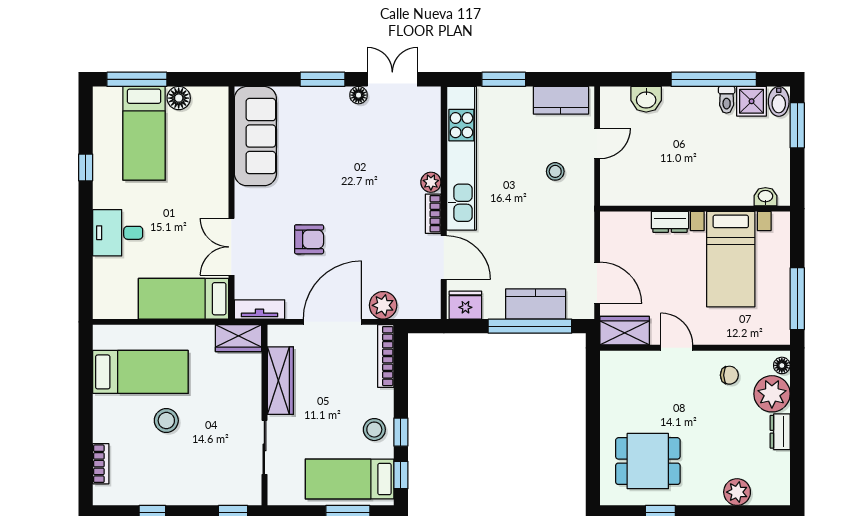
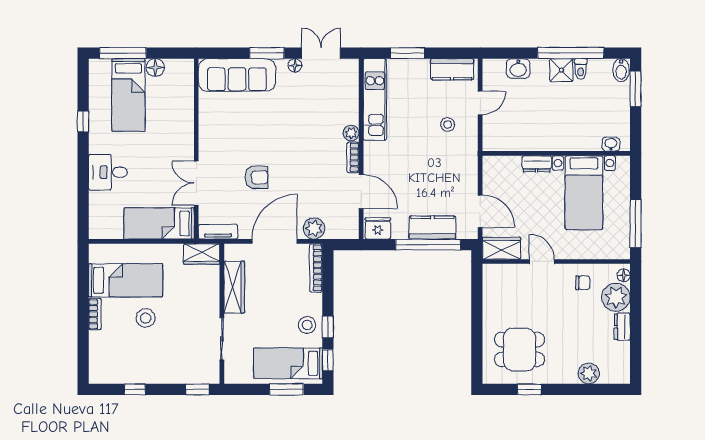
shower: (752, 101) -> (561, 70), moved
sofa: (255, 136) -> (237, 75), moved, turned 90
kitchen unit: (461, 158) -> (375, 99), width x0.73
bookcase: (101, 464) -> (95, 314), moved

